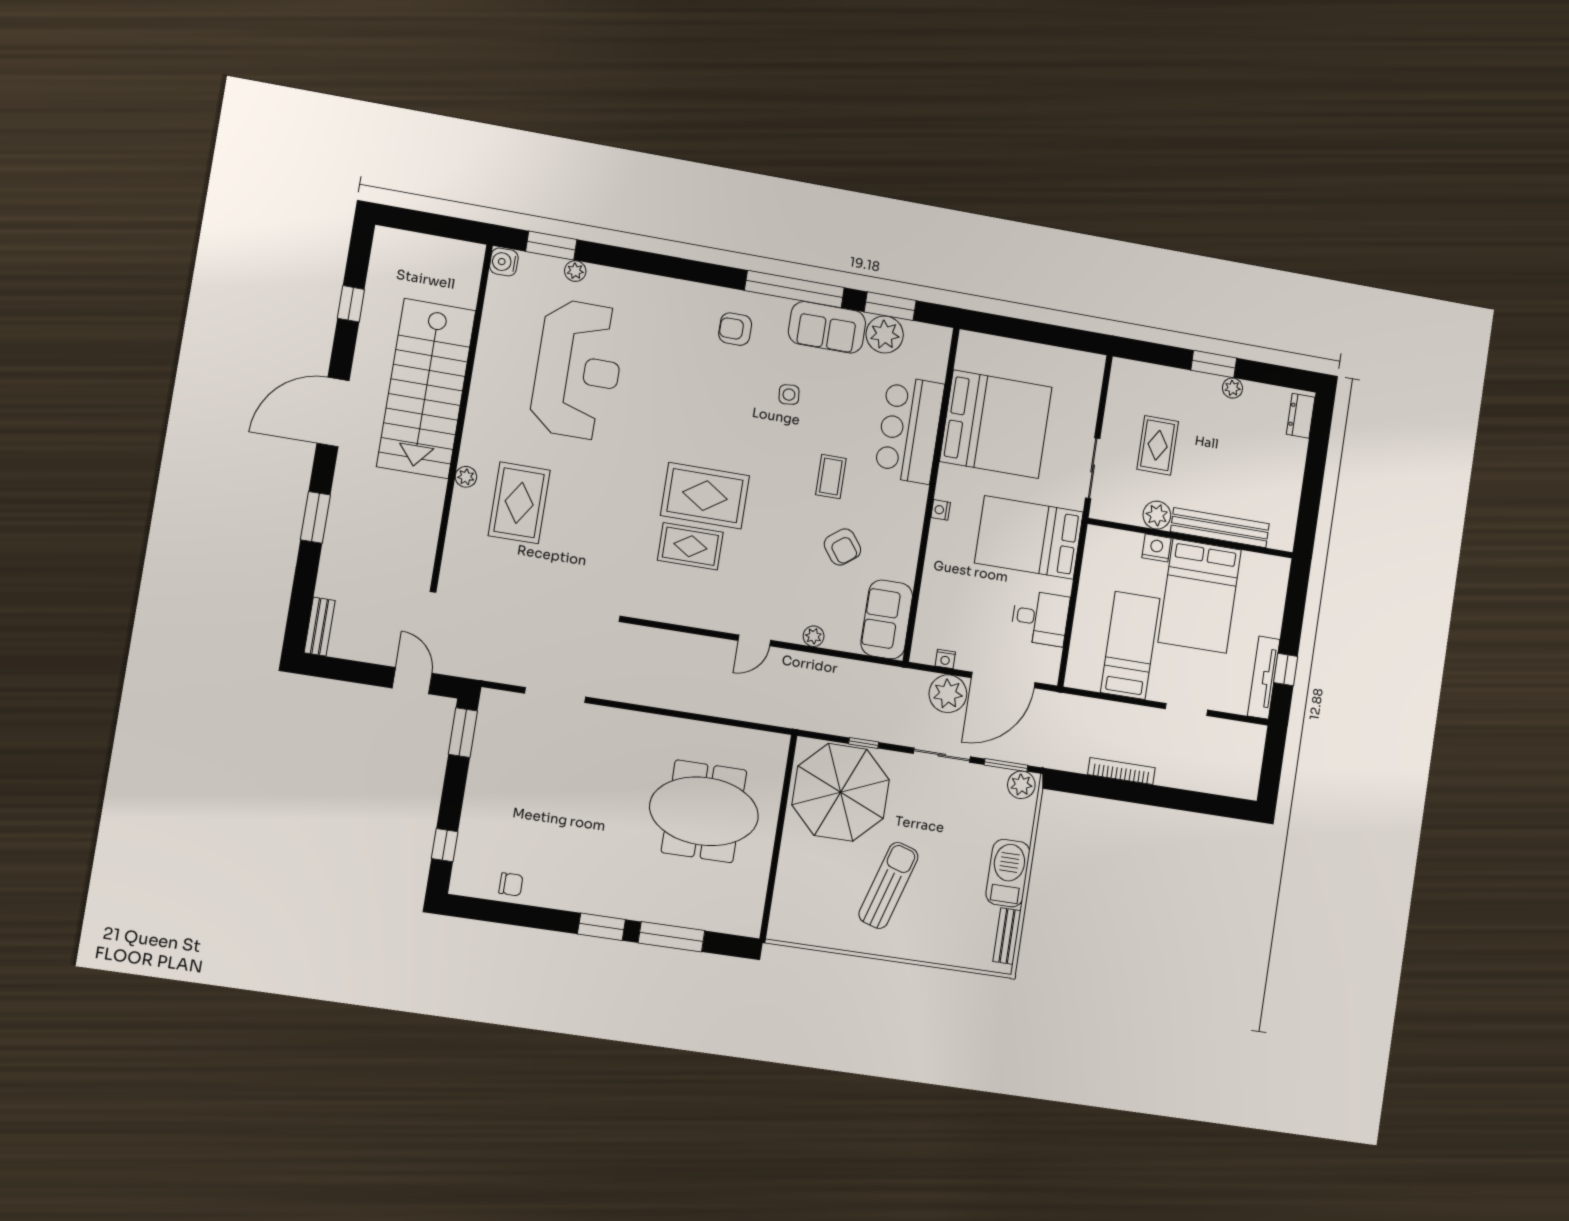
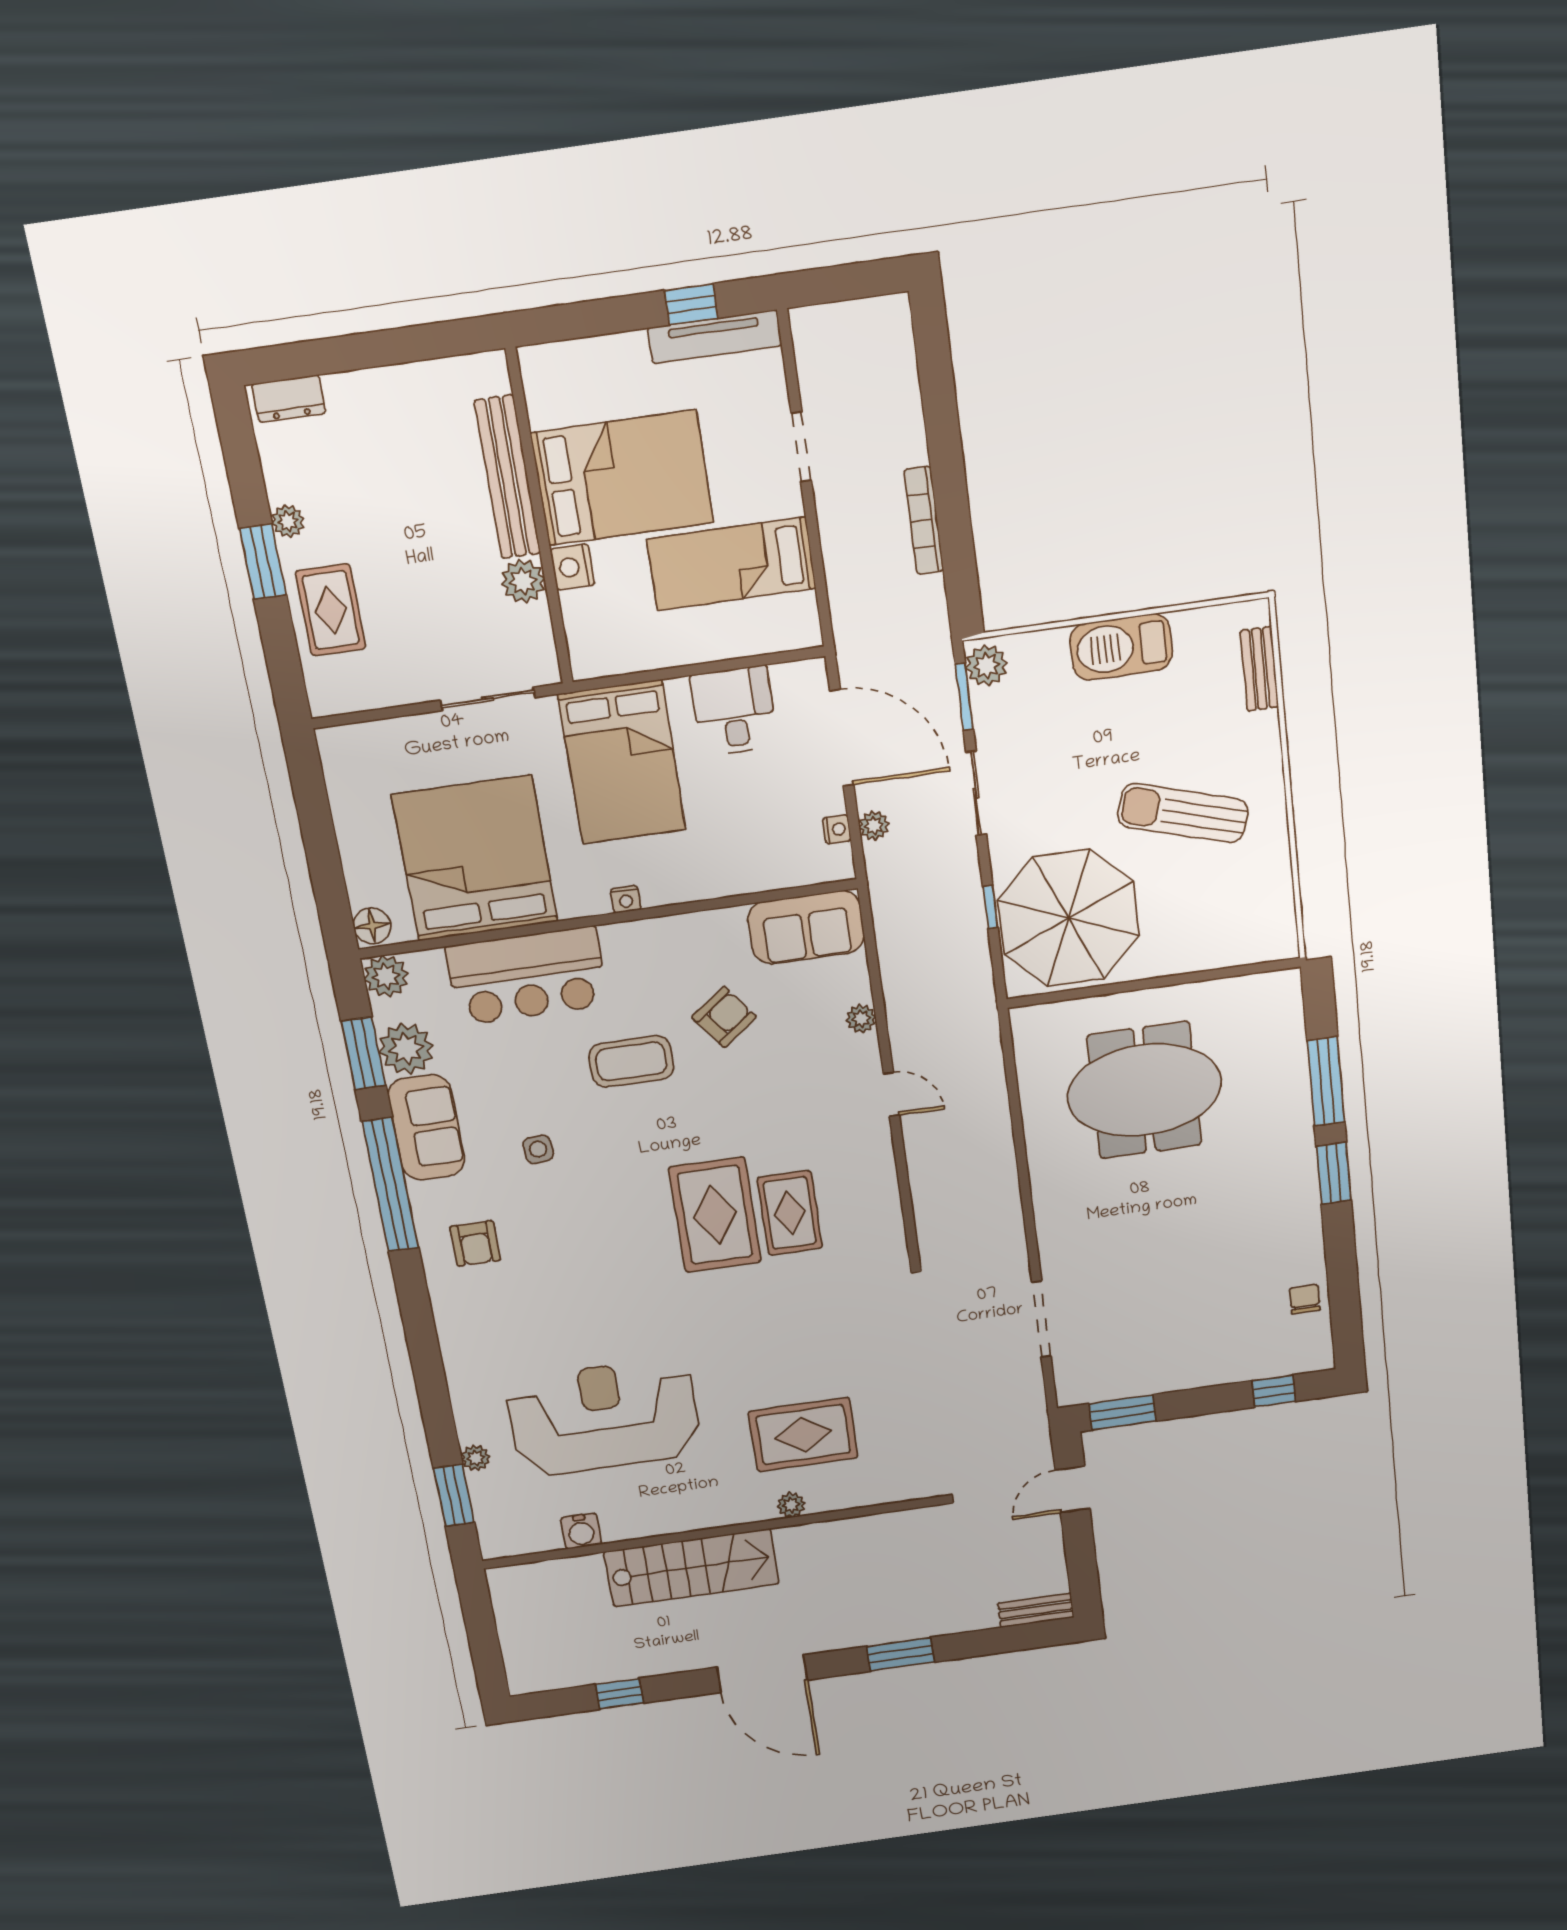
water cooler: (504, 262) -> (581, 1531), moved
plant: (937, 340) -> (386, 976), added
floor lamp: (972, 344) -> (372, 926), added
stairs: (426, 388) -> (692, 1568), width x0.73, depth x0.66
rug: (1158, 445) -> (331, 610), moved, turned 90
coffee table: (831, 476) -> (631, 1061), width x1.36, depth x1.30
plant: (948, 694) -> (874, 826), width x0.53, depth x0.53
meeting table: (704, 811) -> (1144, 1090), turned 90
bench: (1007, 936) -> (1259, 669), moved, turned 90

